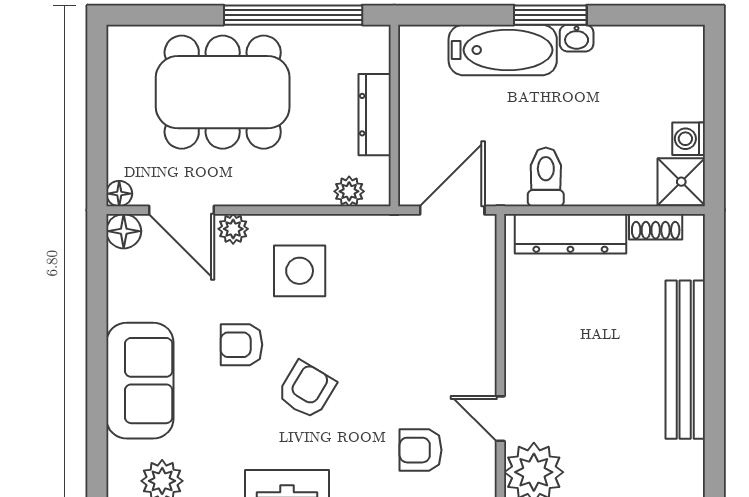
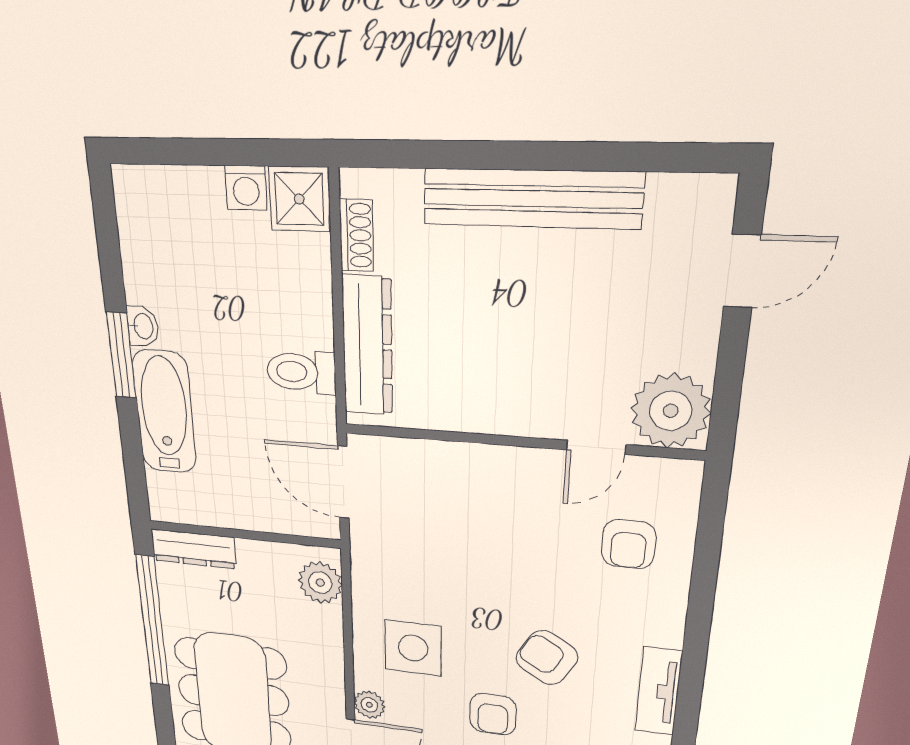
dresser: (375, 115) -> (193, 549), moved
plant: (349, 191) -> (320, 583), width x1.38, depth x1.38

